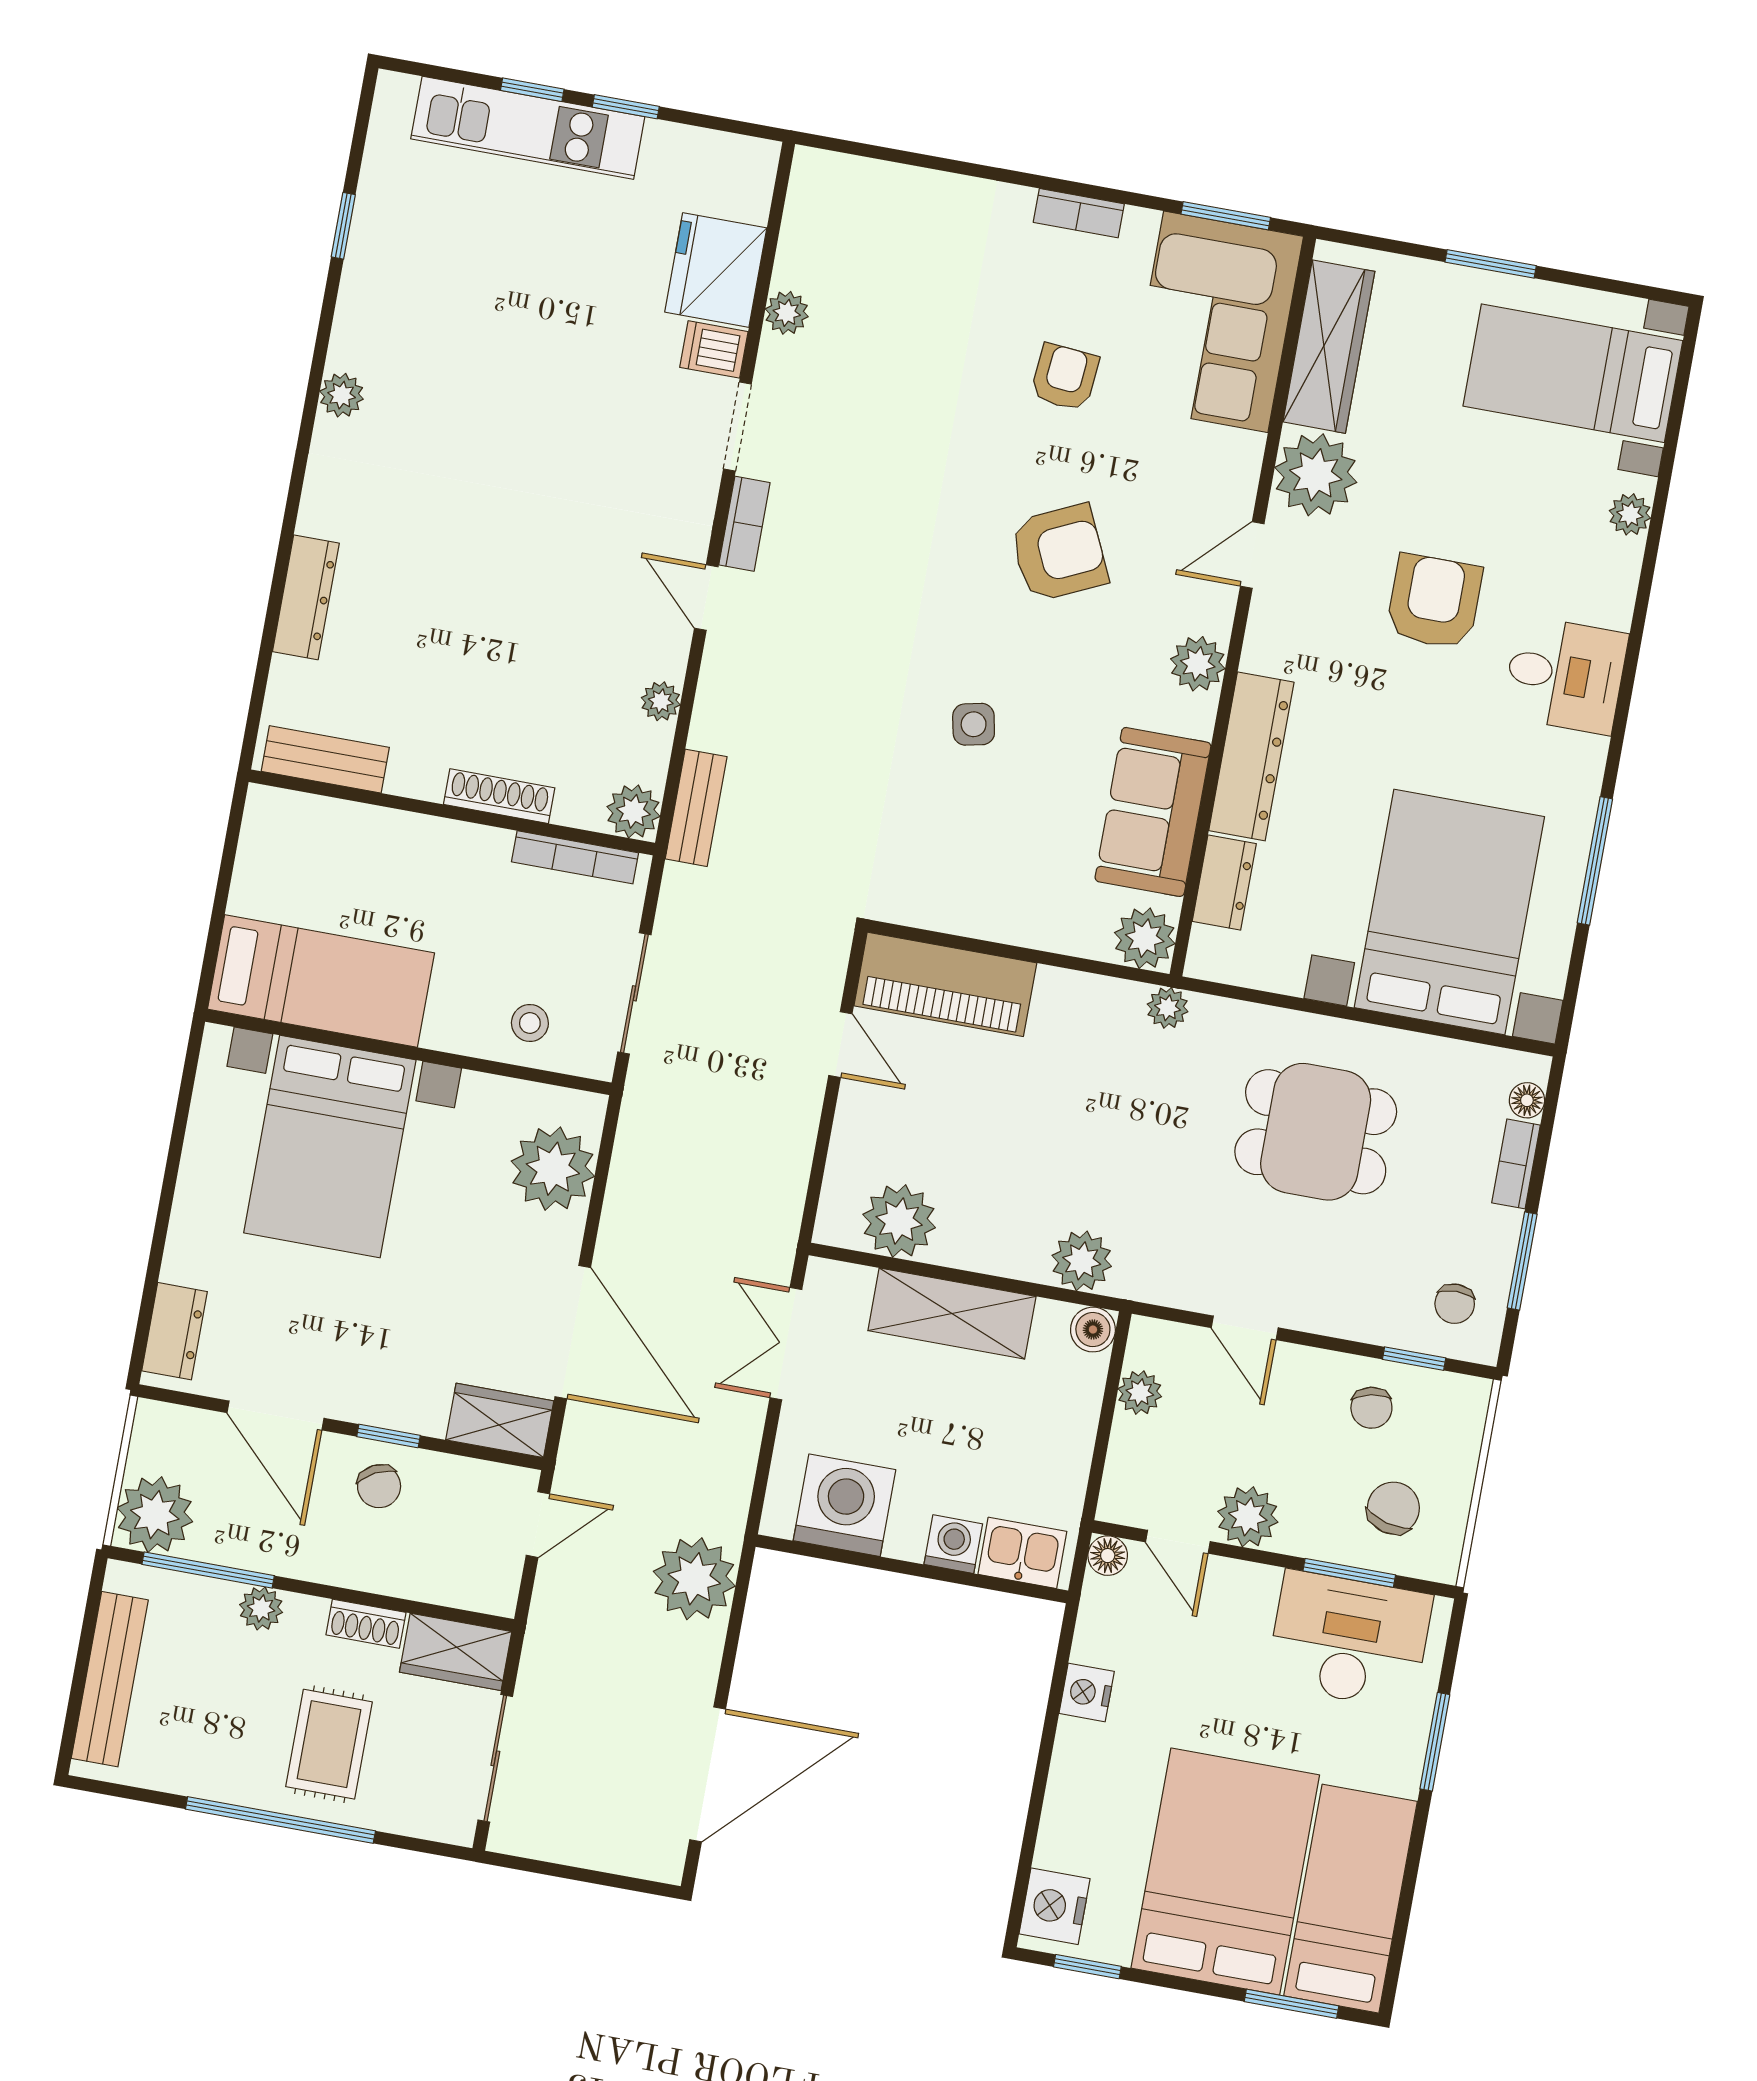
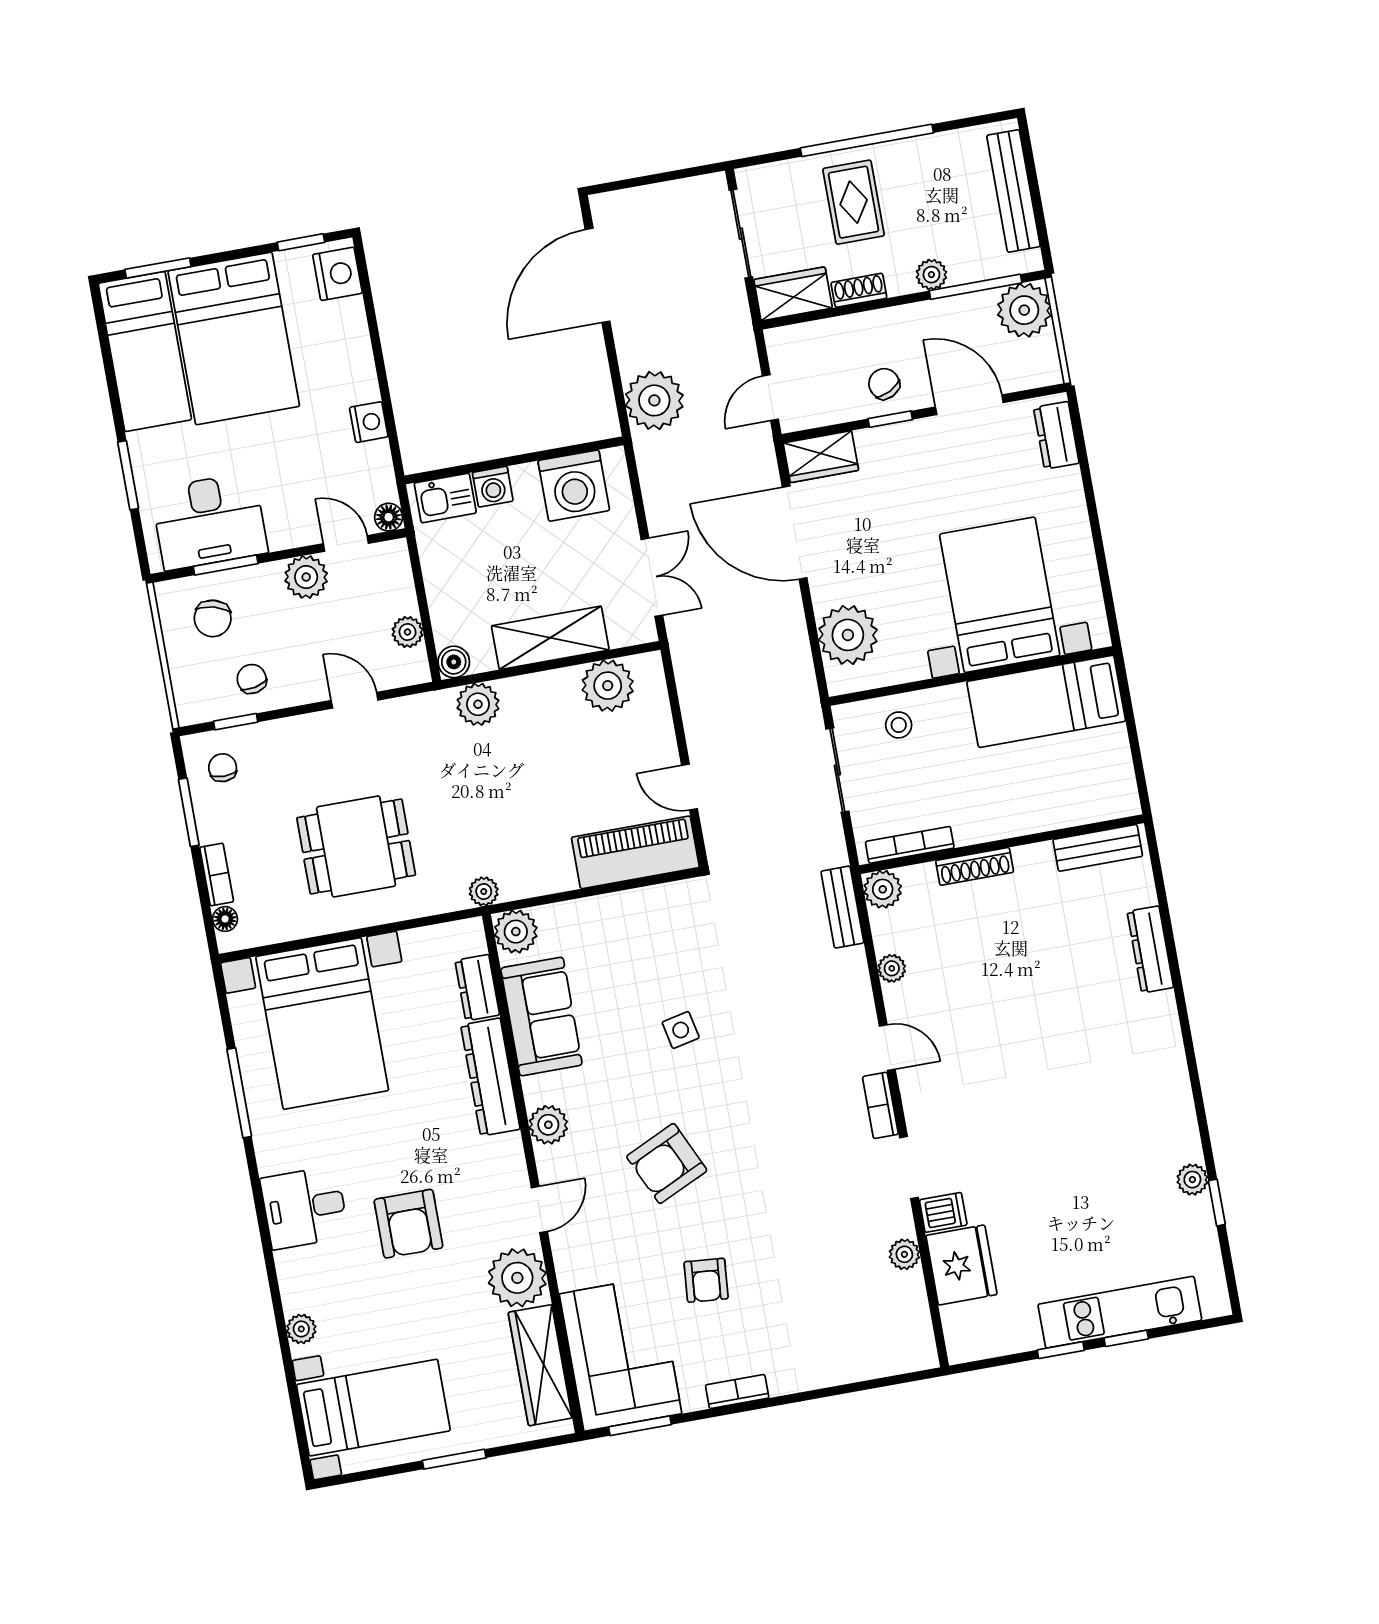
plant: (342, 395) -> (1192, 1180), moved

